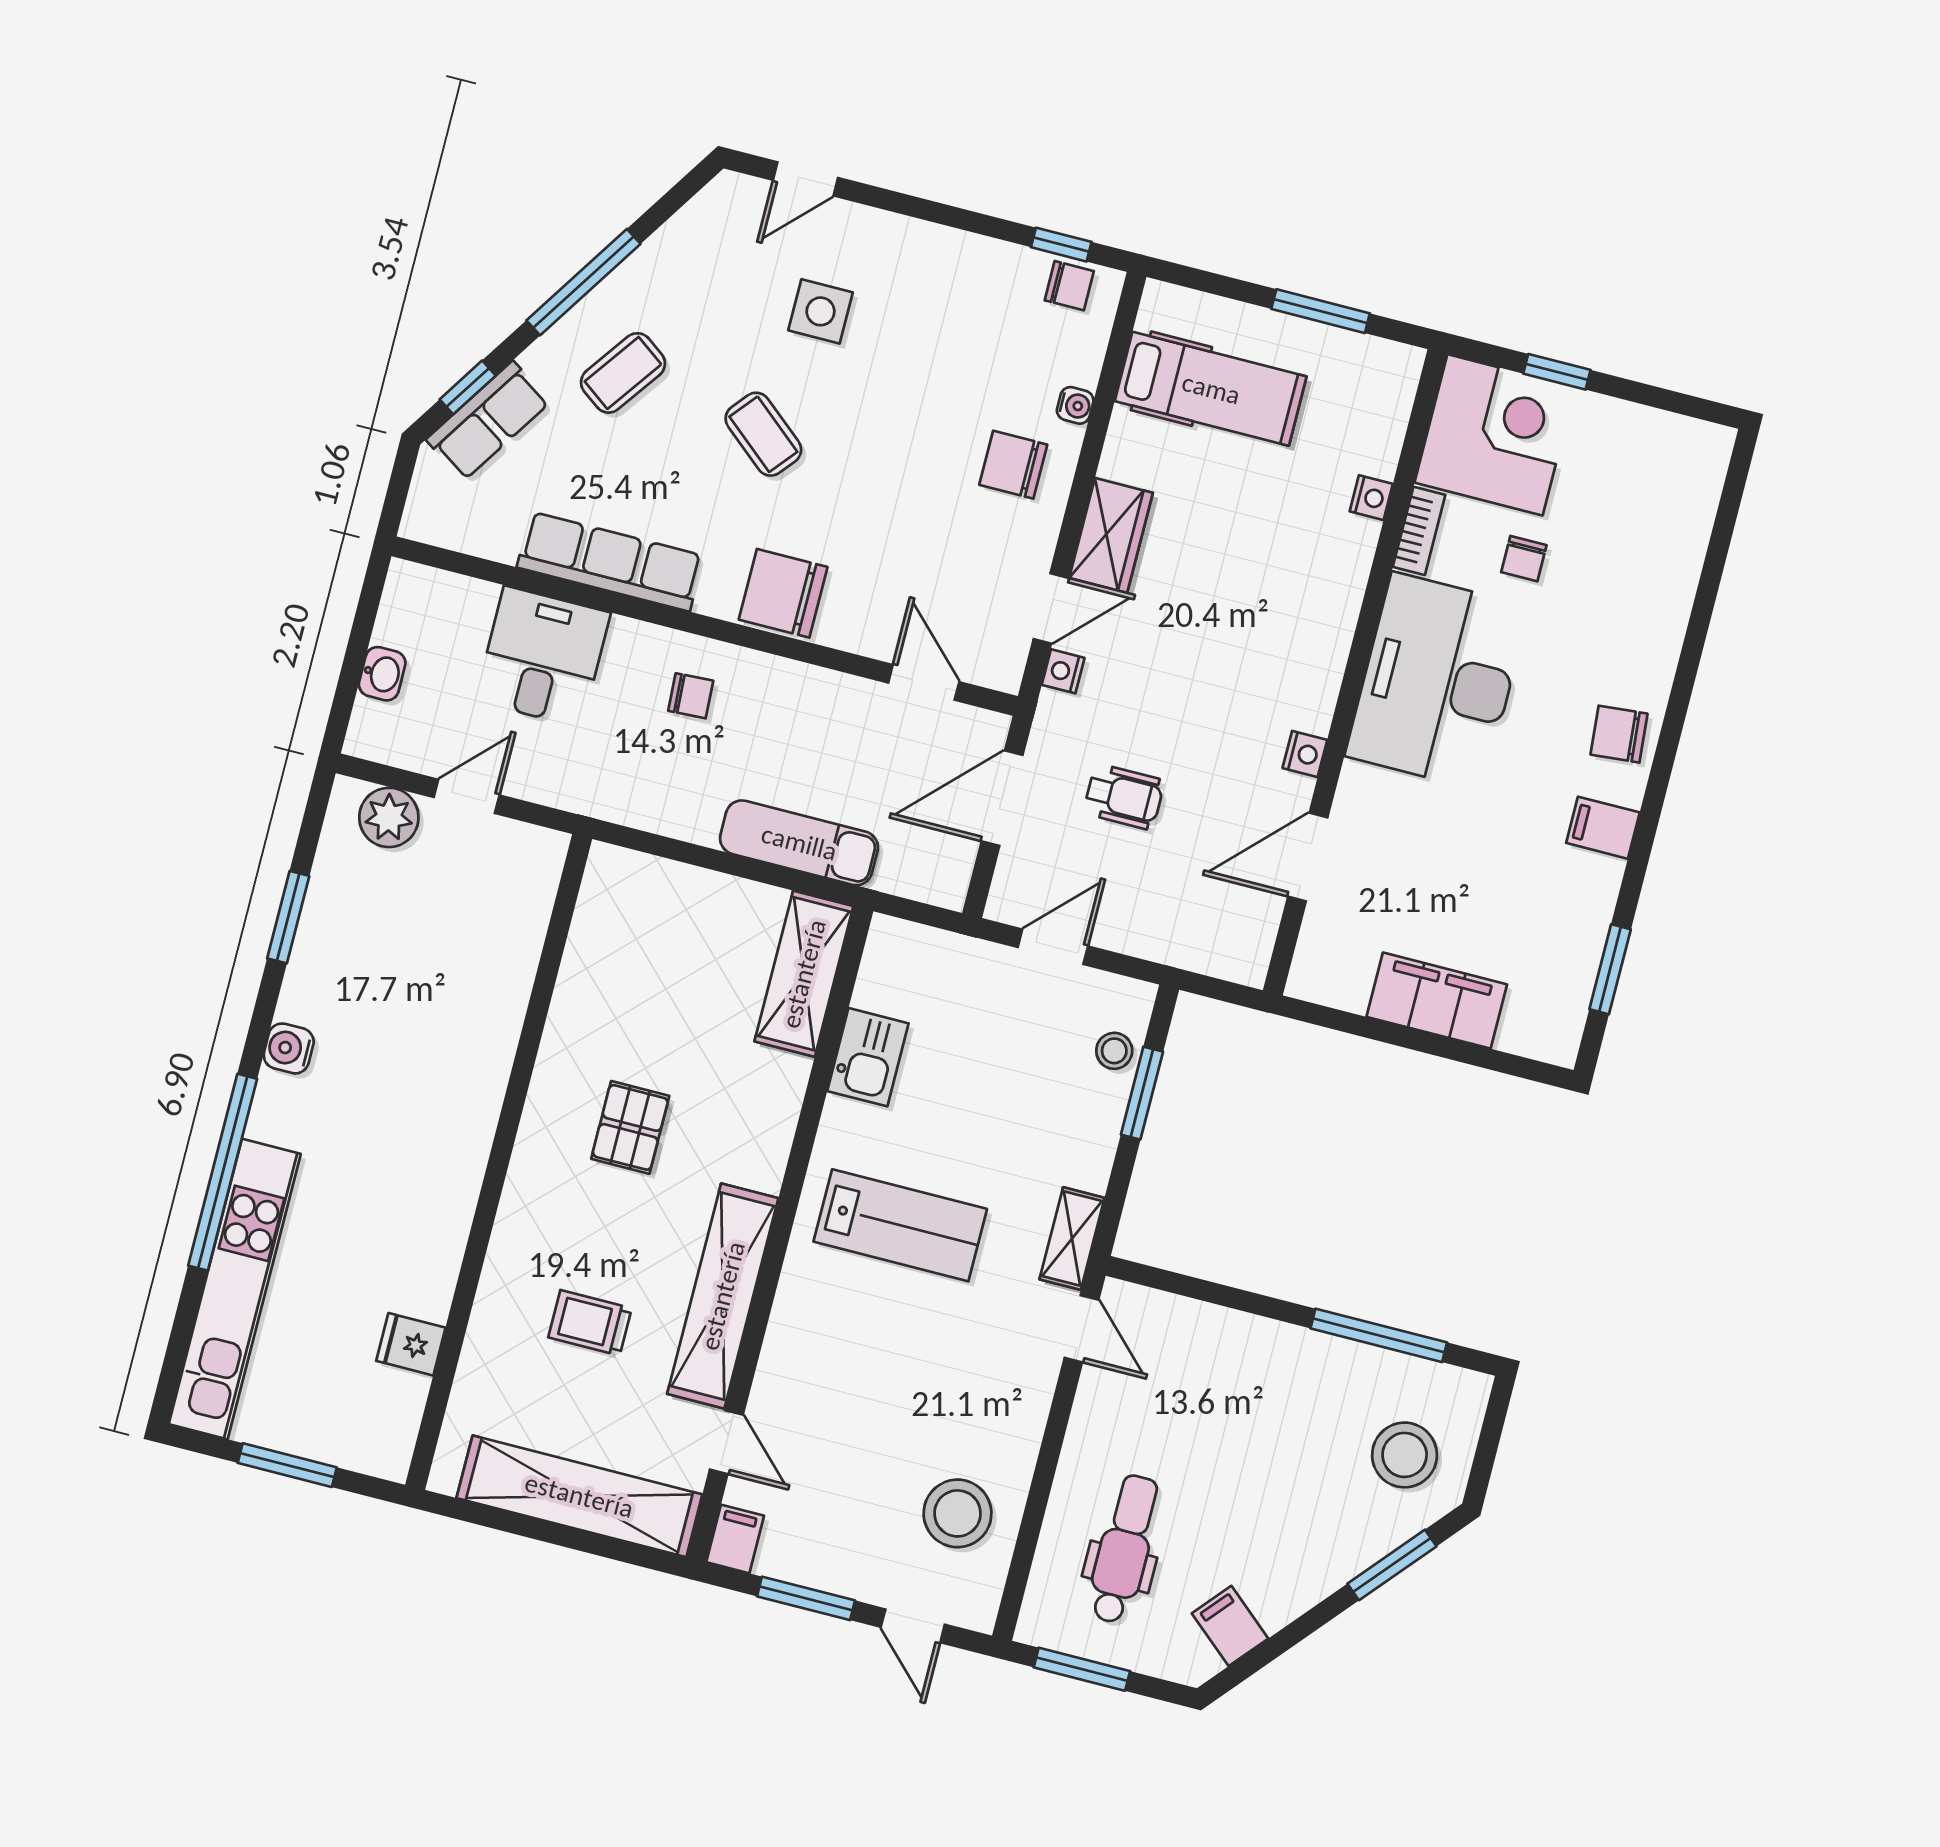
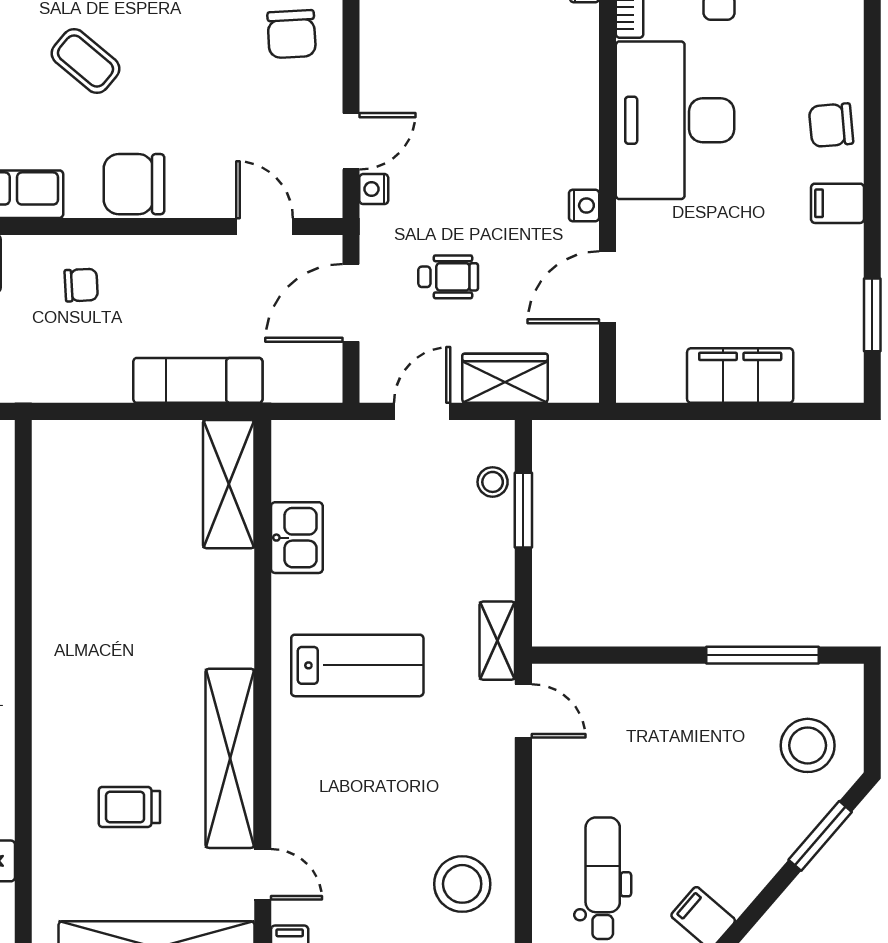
chair: (1013, 465) -> (292, 34), turned -93
wardrobe: (1111, 535) -> (505, 378), moved, turned -90
pallet: (630, 1127) -> (121, 643), removed

